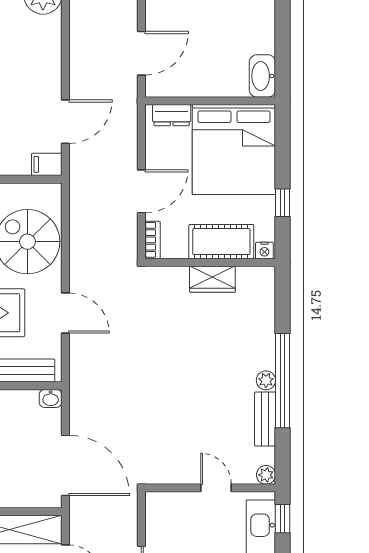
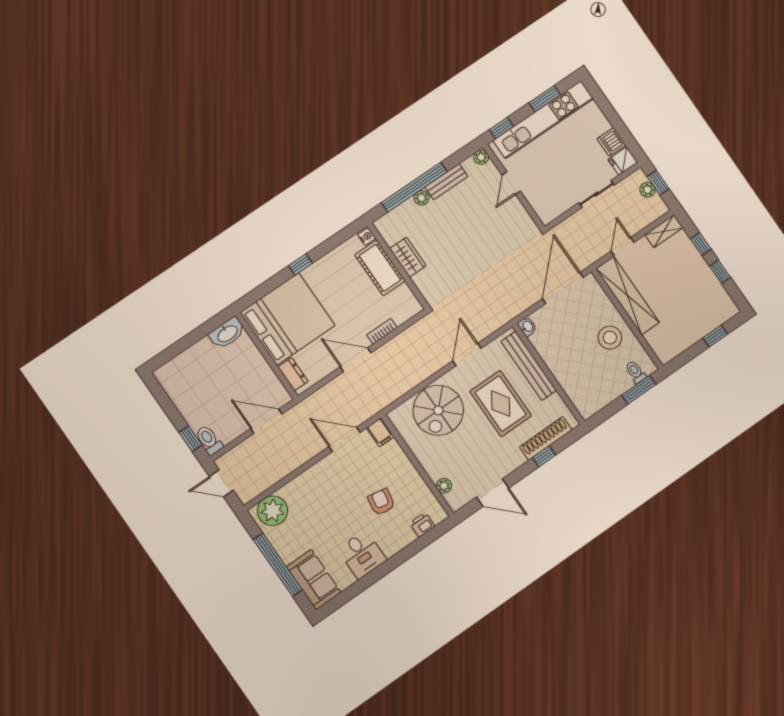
cot: (221, 242) -> (380, 268), moved
nightstand: (264, 250) -> (367, 237), moved
wall: (210, 262) -> (398, 266), moved
wardrobe: (212, 279) -> (408, 257), moved

